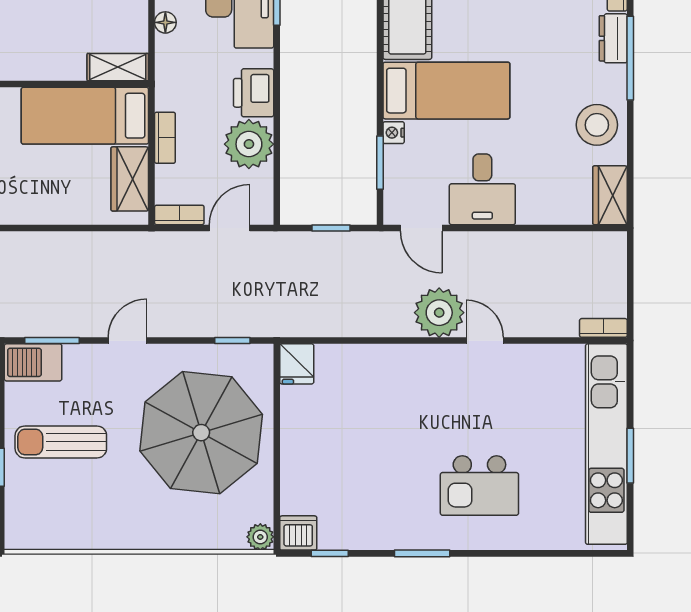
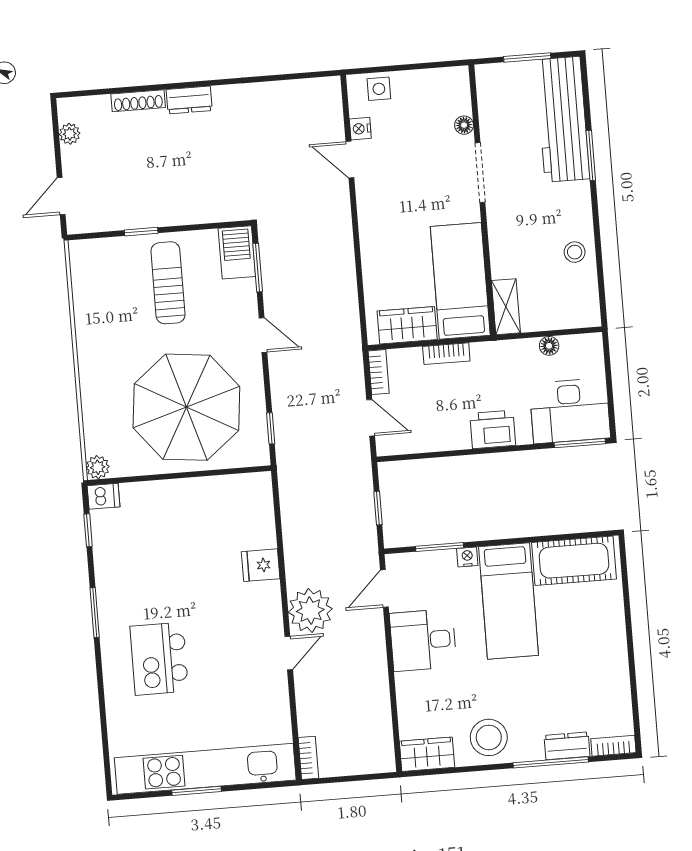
plant: (249, 144) -> (447, 429), removed
fridge: (297, 364) -> (261, 565), moved
dishwasher: (298, 533) -> (104, 496), width x0.73

